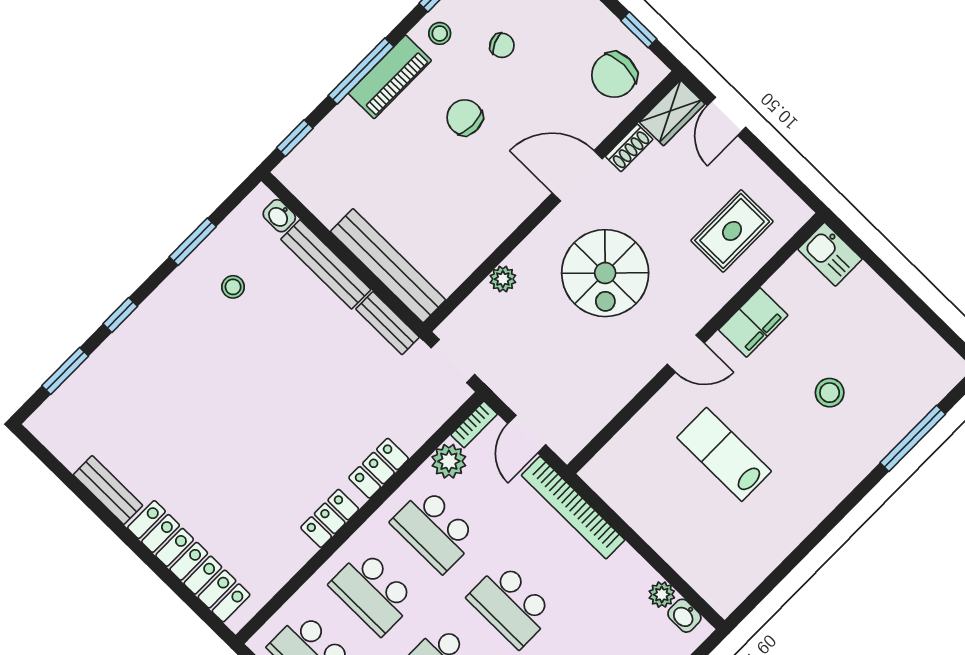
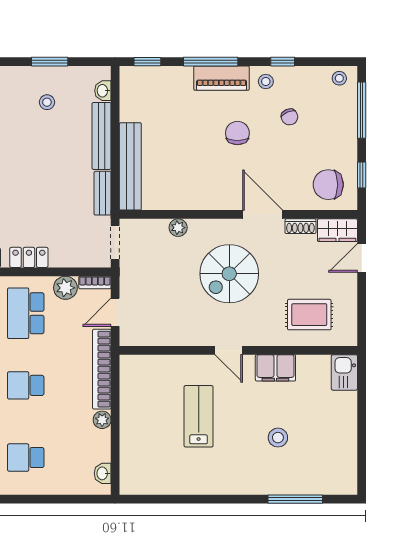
plant: (662, 595) -> (102, 420), moved
school desk: (511, 605) -> (26, 385), width x0.54

